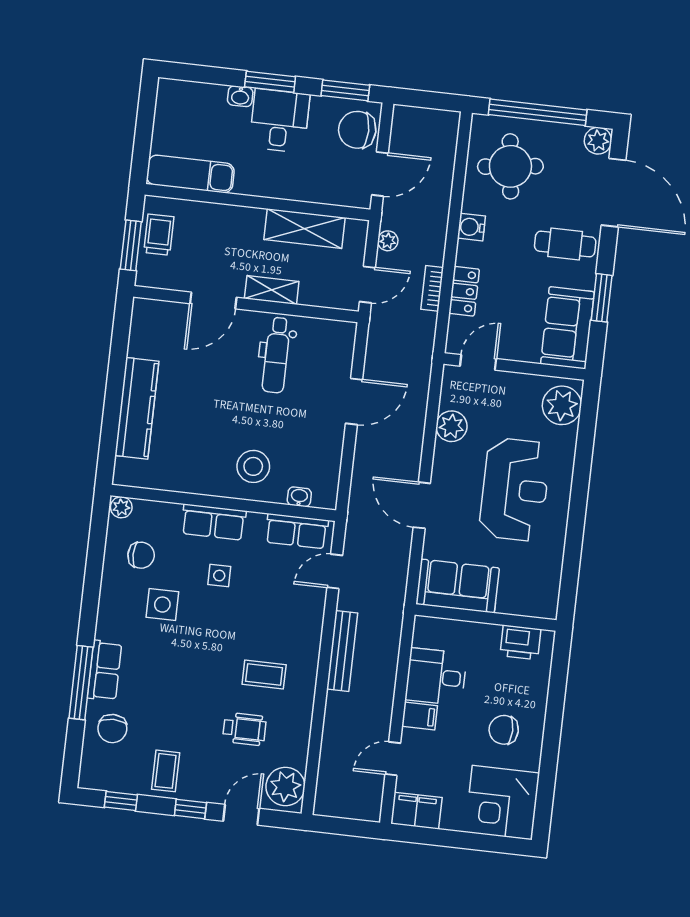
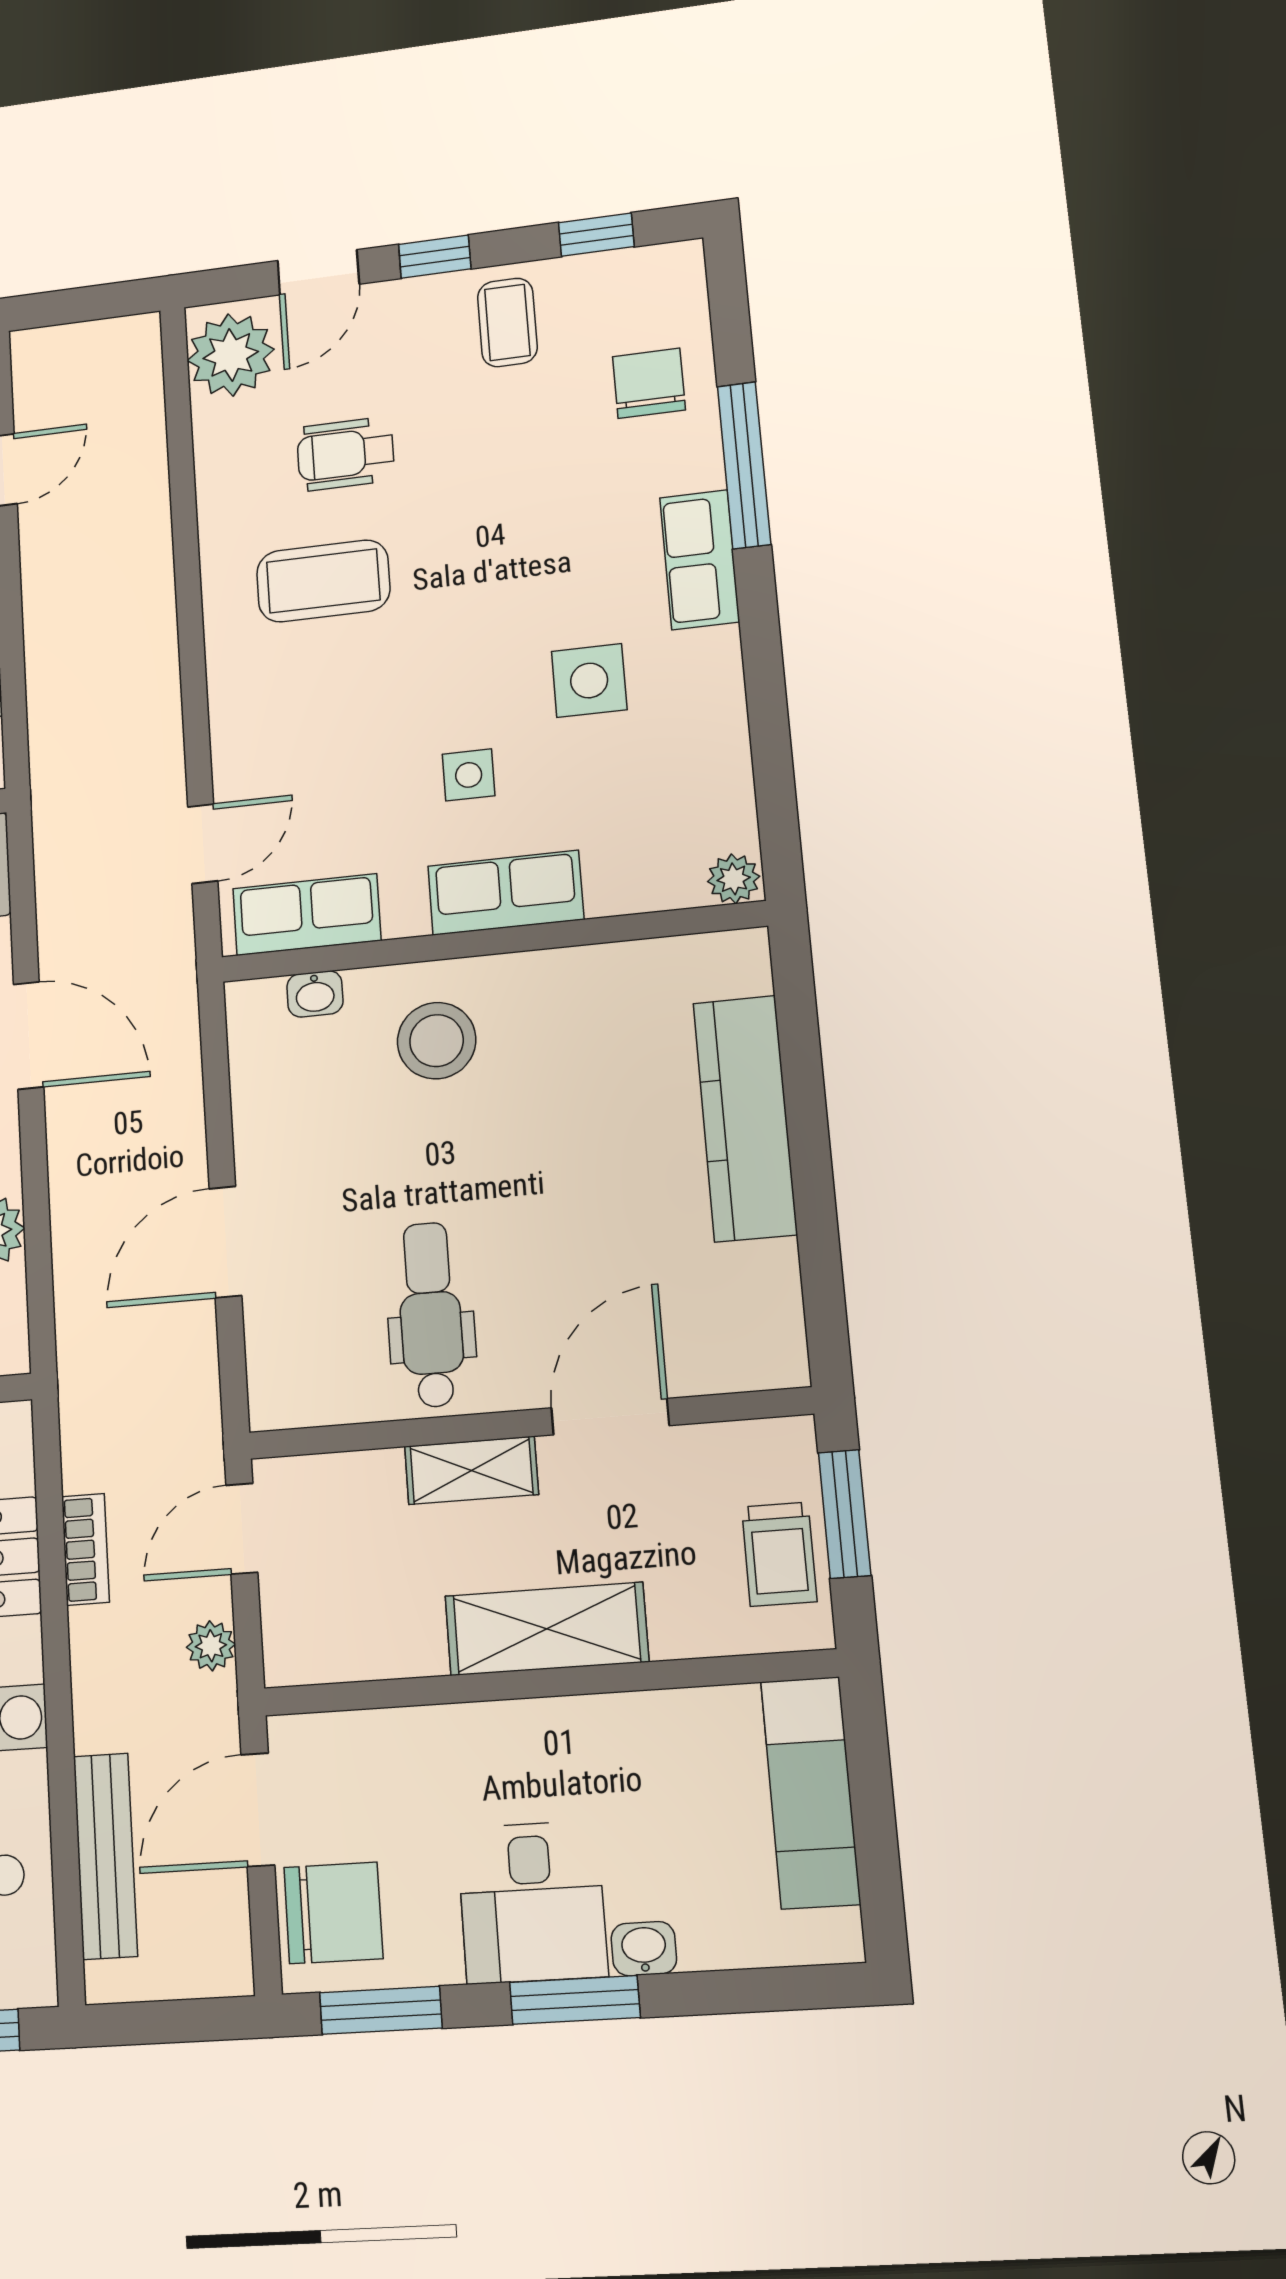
exam couch: (190, 174) -> (811, 1792), moved, turned 90
shelving: (304, 229) -> (547, 1629), moved
chair: (141, 555) -> (663, 780), removed
bench: (342, 651) -> (105, 1856), moved
row of seats: (105, 671) -> (700, 560), moved
coffee table: (264, 675) -> (323, 581), width x1.36, depth x1.30

